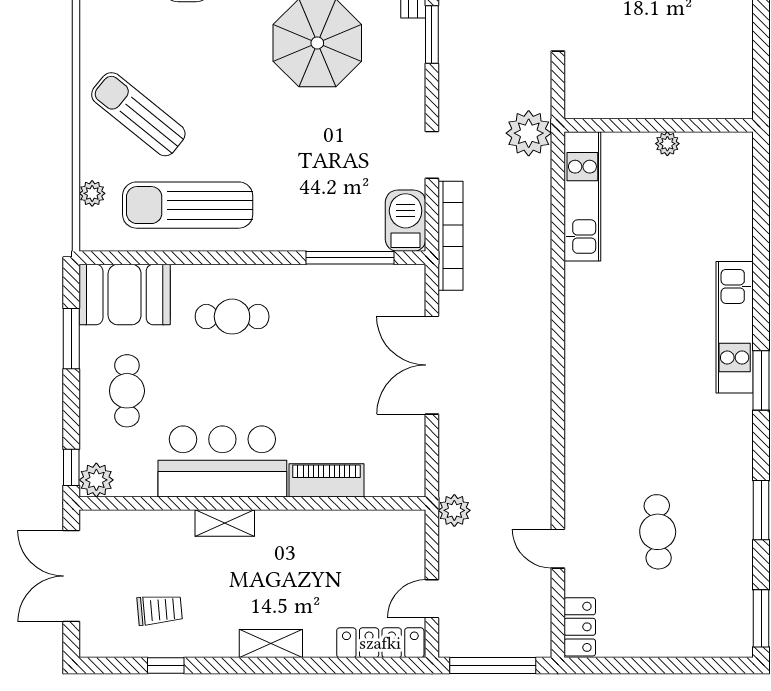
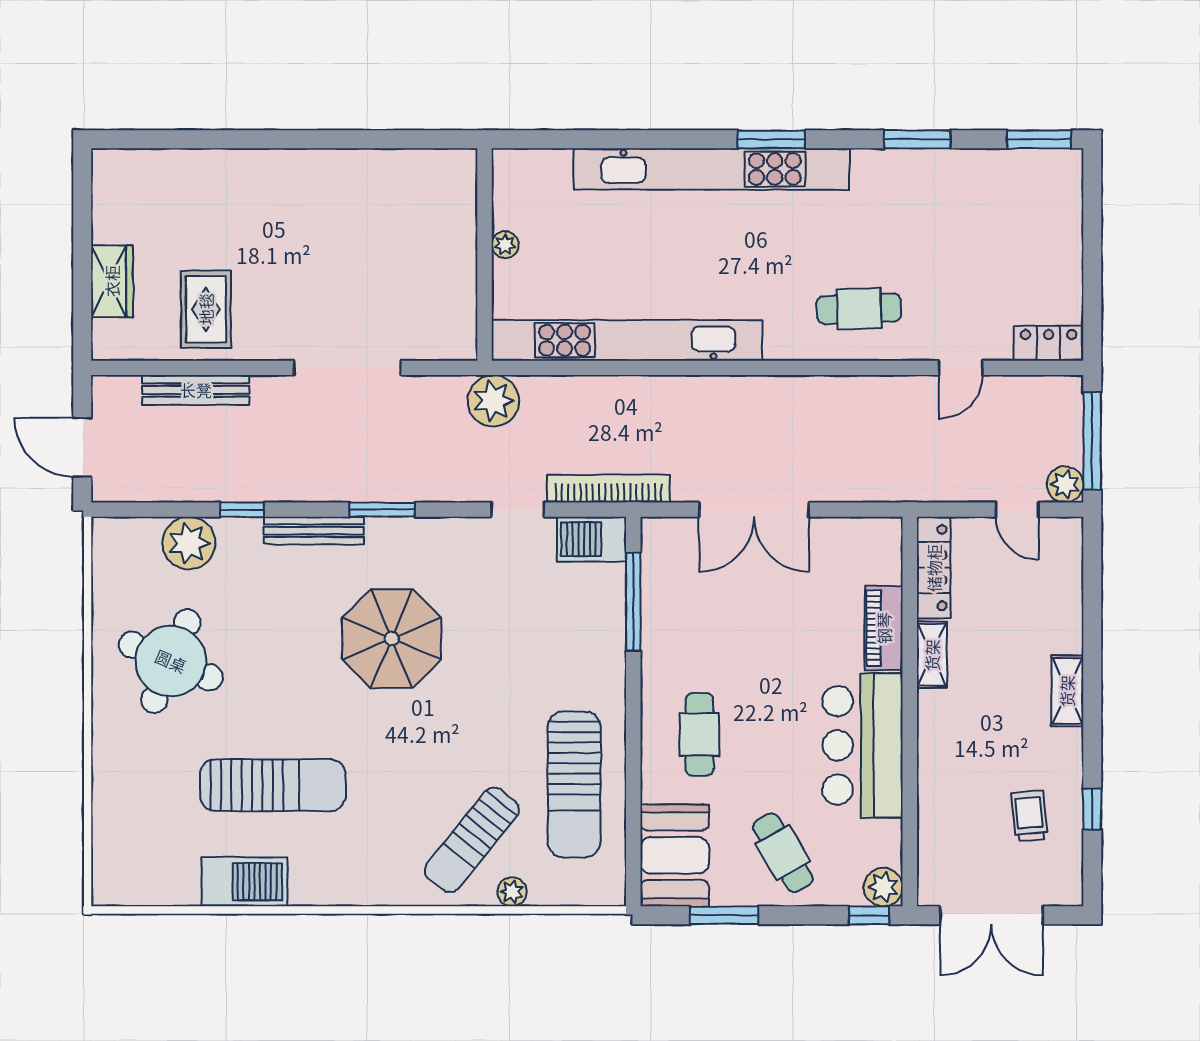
plant: (92, 193) -> (512, 892), moved
kitchen unit: (582, 196) -> (627, 340), width x1.86
kitchen unit: (735, 327) -> (712, 169), width x1.86
cafe table: (127, 391) -> (783, 853), turned 60
plant: (454, 510) -> (1065, 484), moved
shelving: (225, 523) -> (932, 655), moved
cafe table: (658, 532) -> (859, 309), moved
locker: (380, 643) -> (934, 568), moved, turned 180

